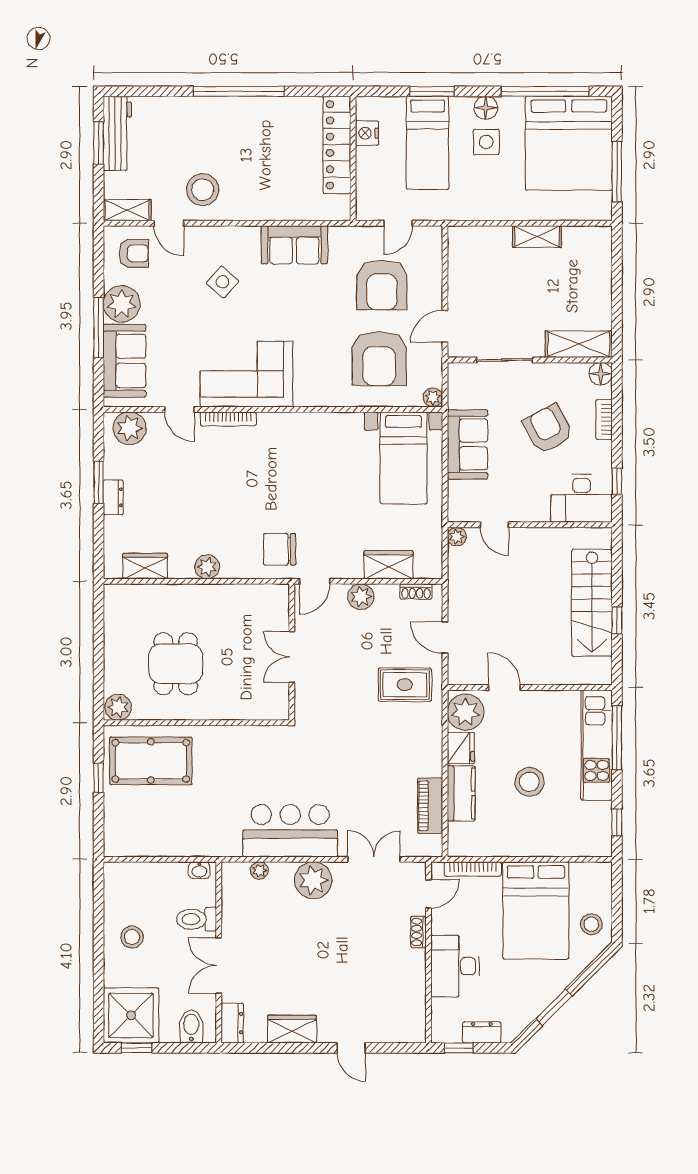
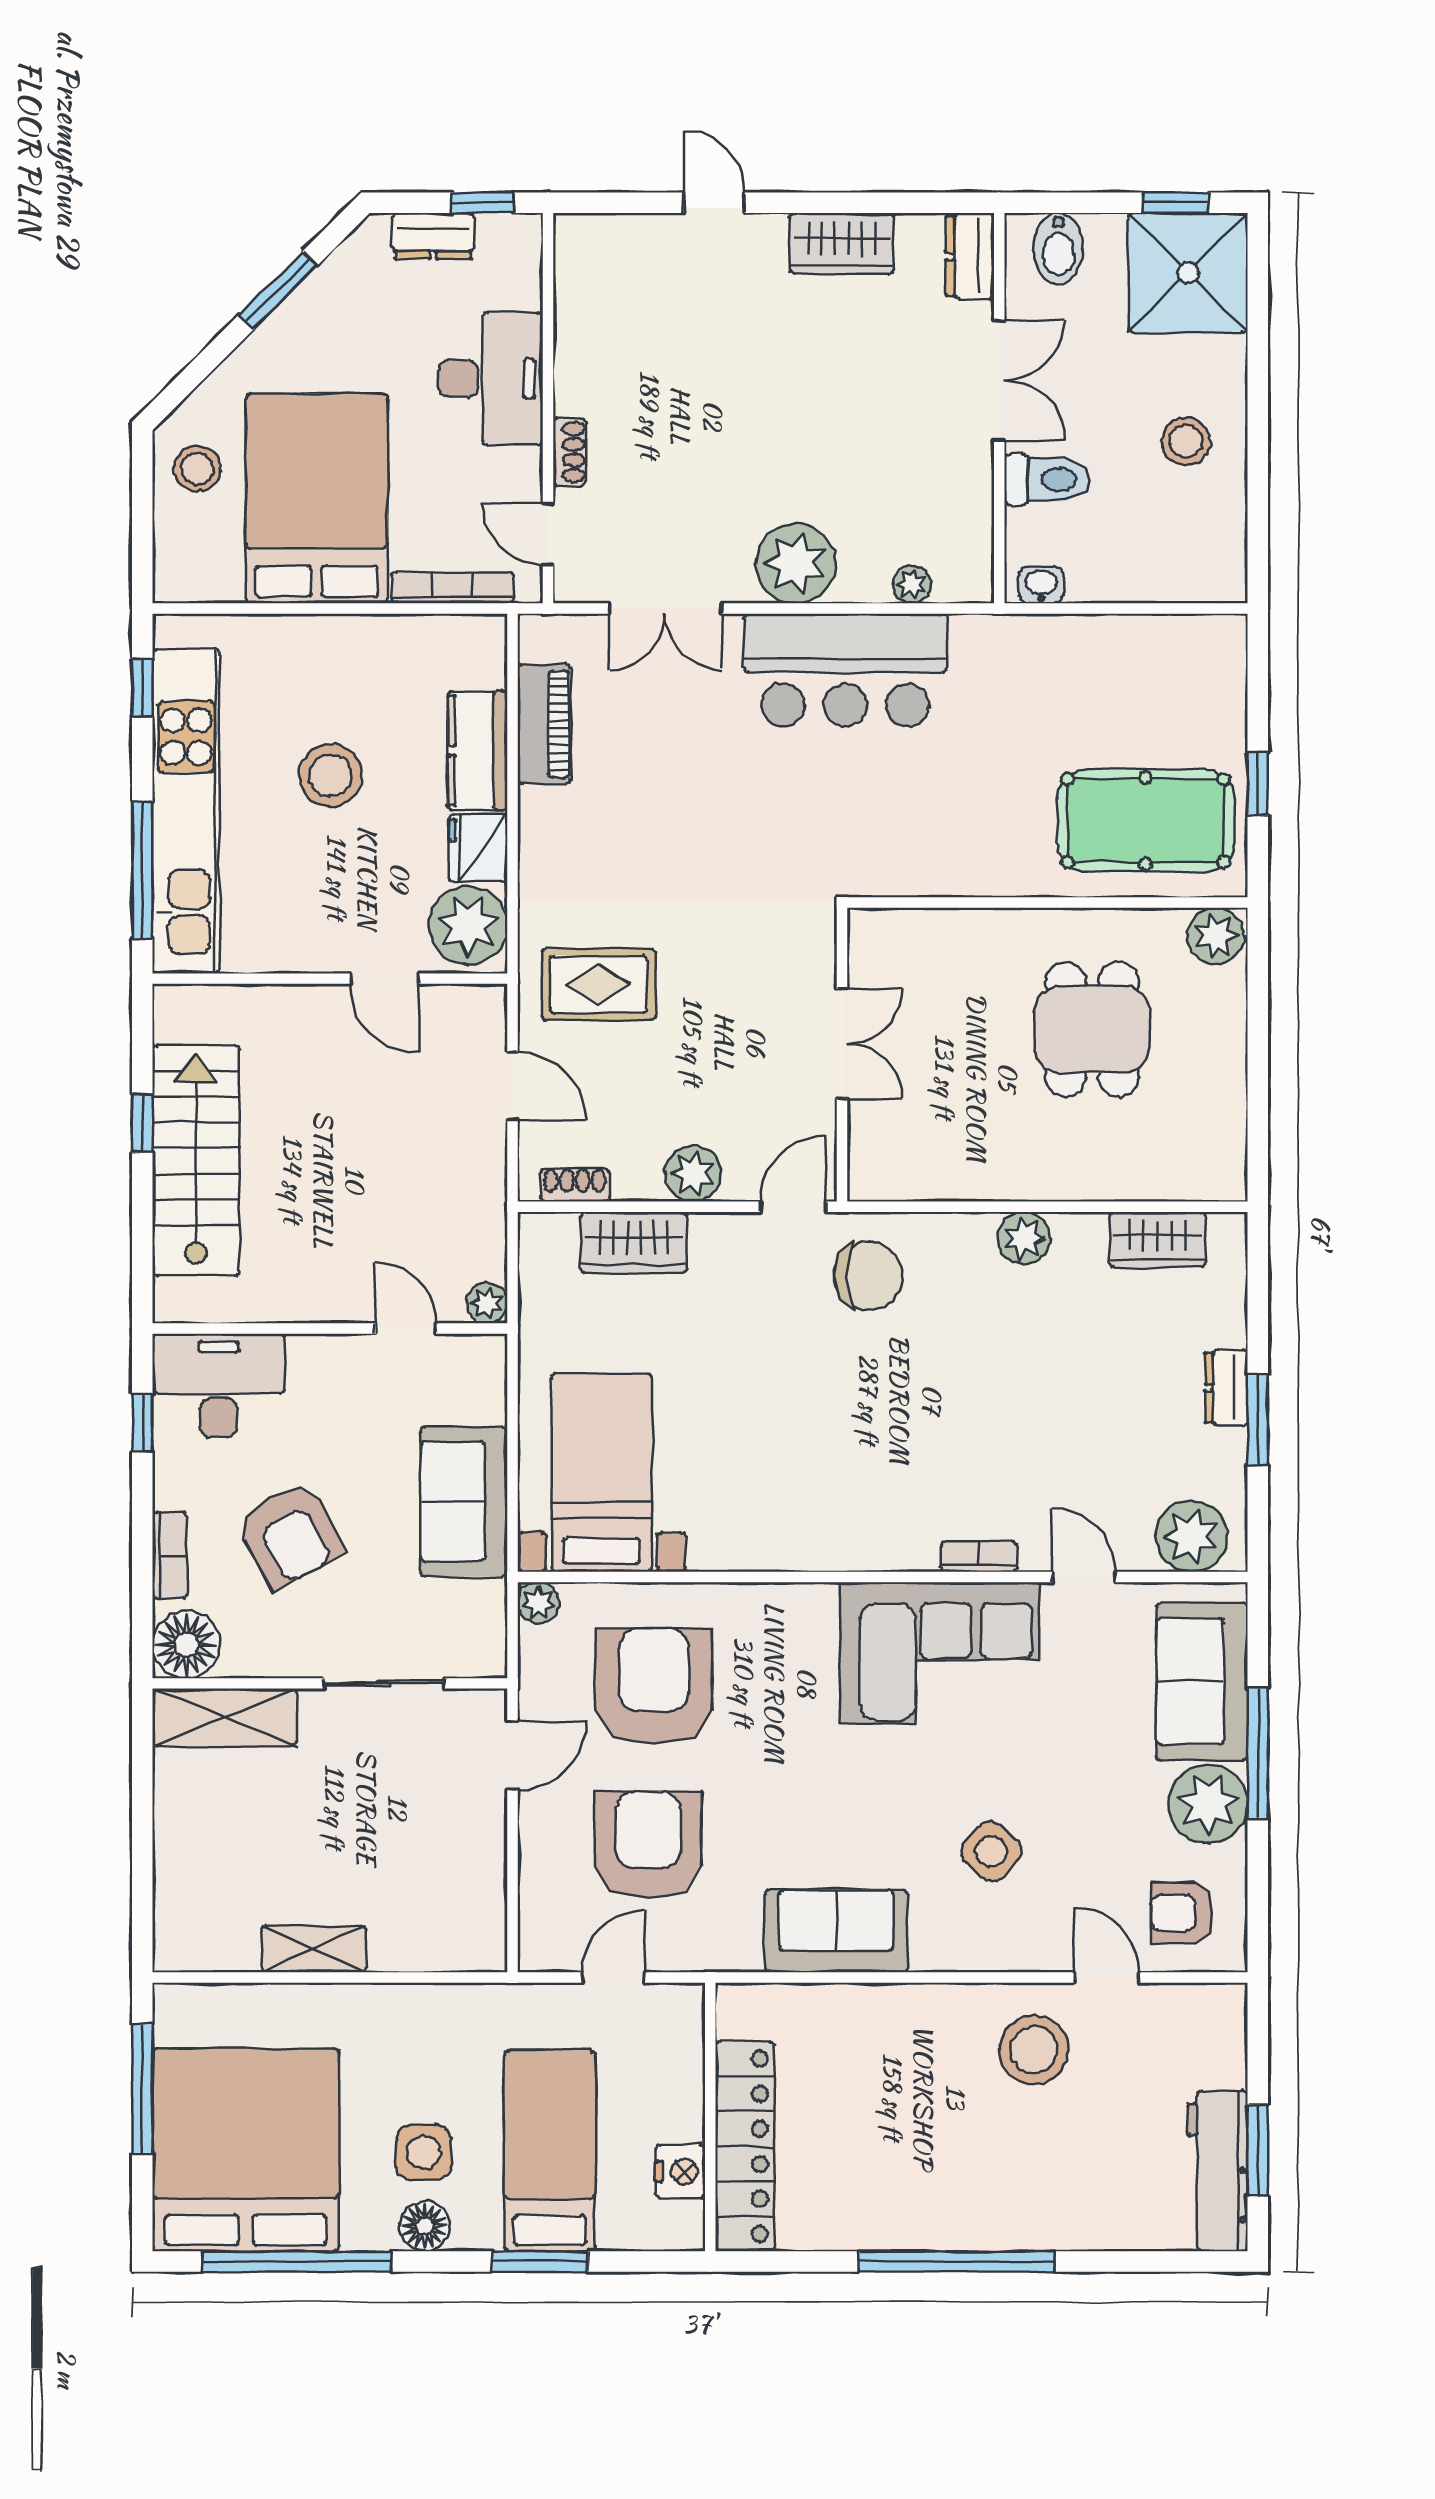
shelving: (127, 210) -> (1196, 2006), removed
floor lamp: (601, 374) -> (186, 1645), width x1.38, depth x1.38
bookcase: (228, 419) -> (979, 1557), width x0.64
kitchen unit: (597, 745) -> (186, 811), width x1.36
door: (428, 894) -> (548, 534), hinge flipped

